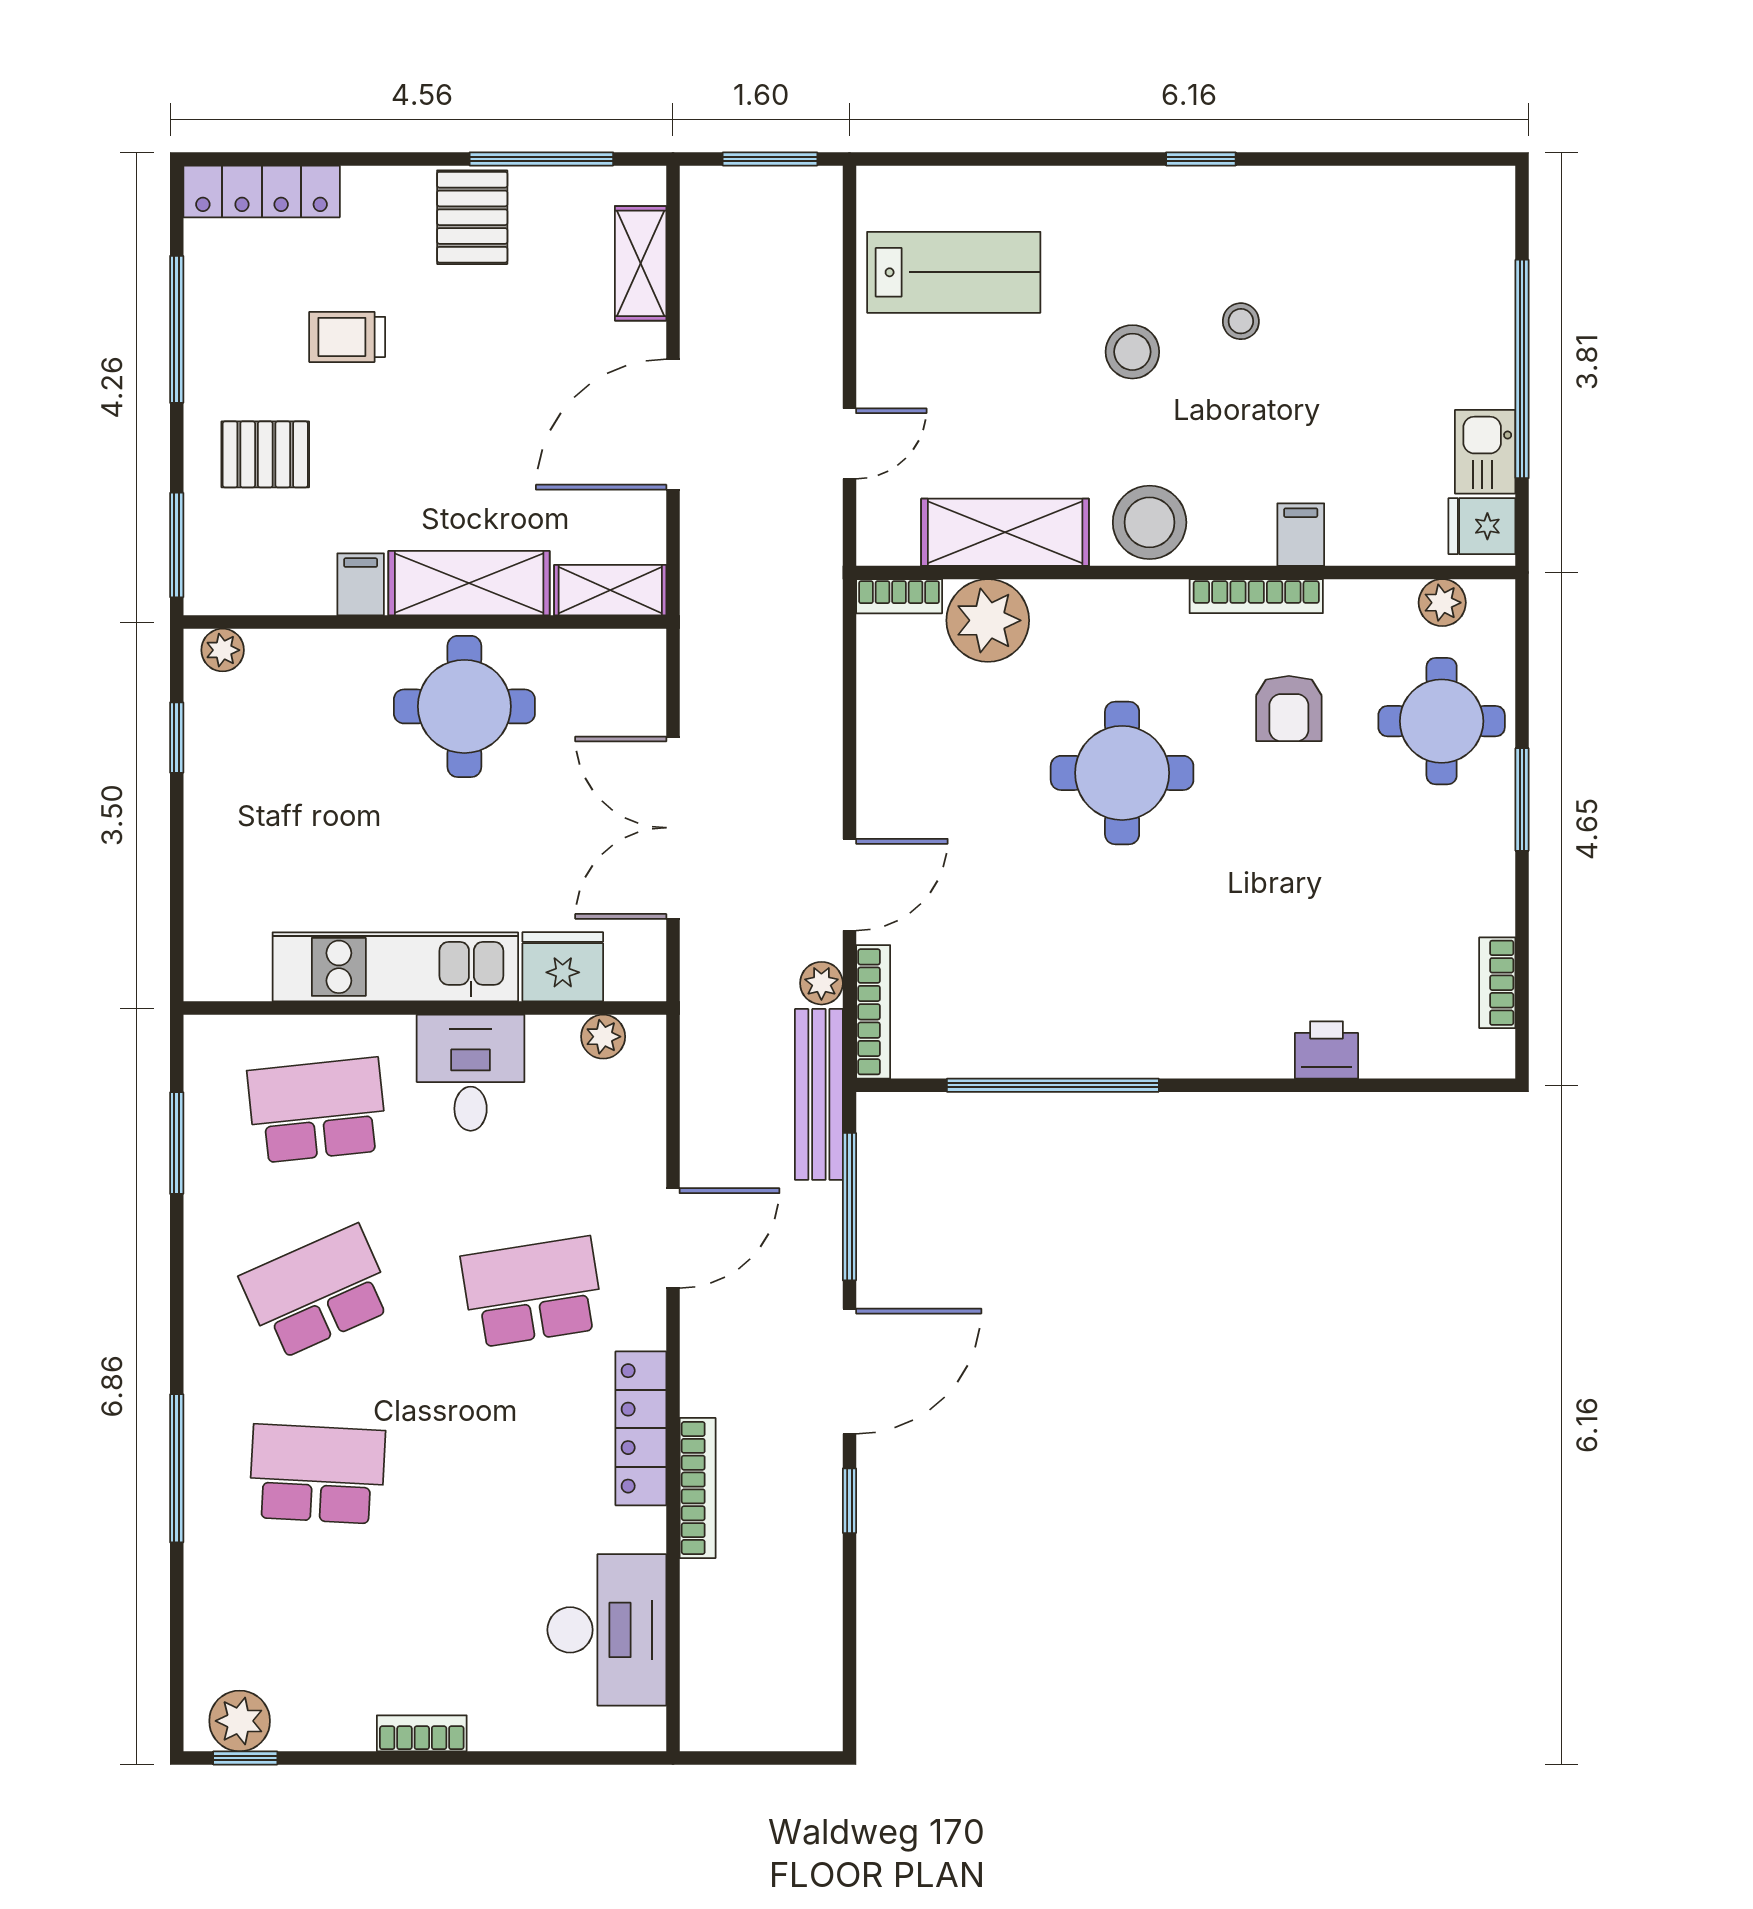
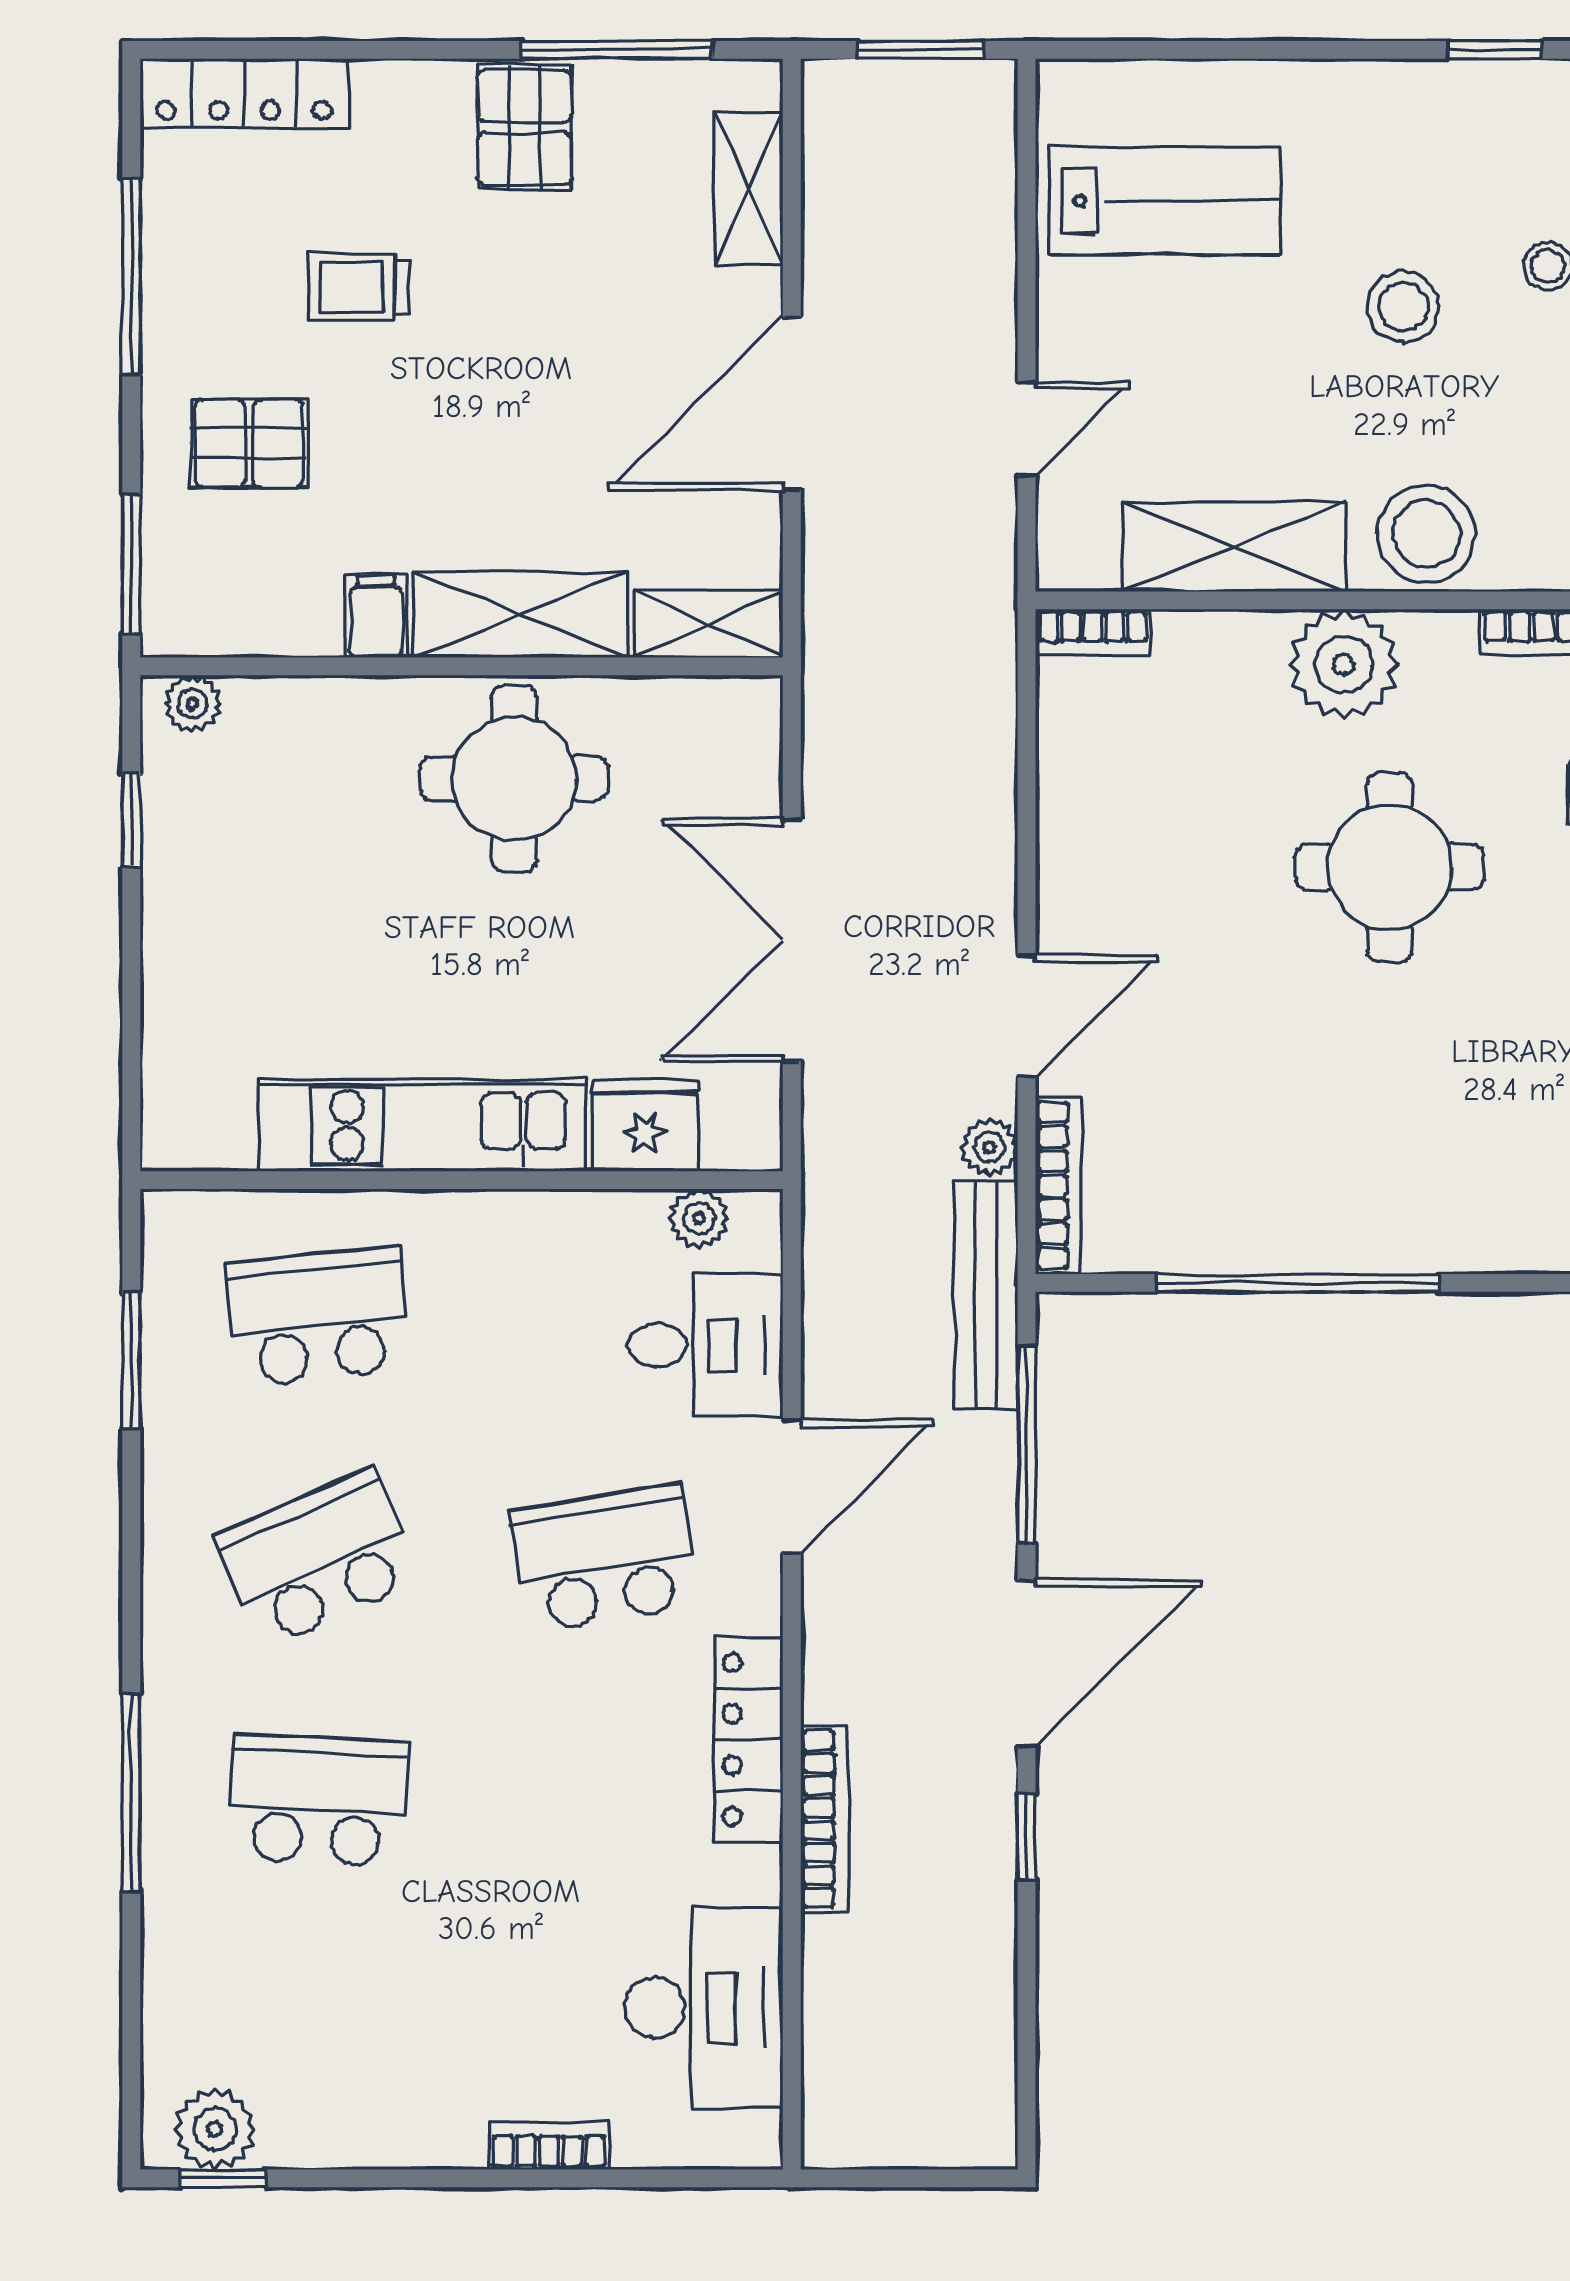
plant: (988, 620) -> (1344, 664), moved
desk: (471, 1073) -> (706, 1345), moved, turned 90
bookcase: (422, 1733) -> (549, 2146), moved

